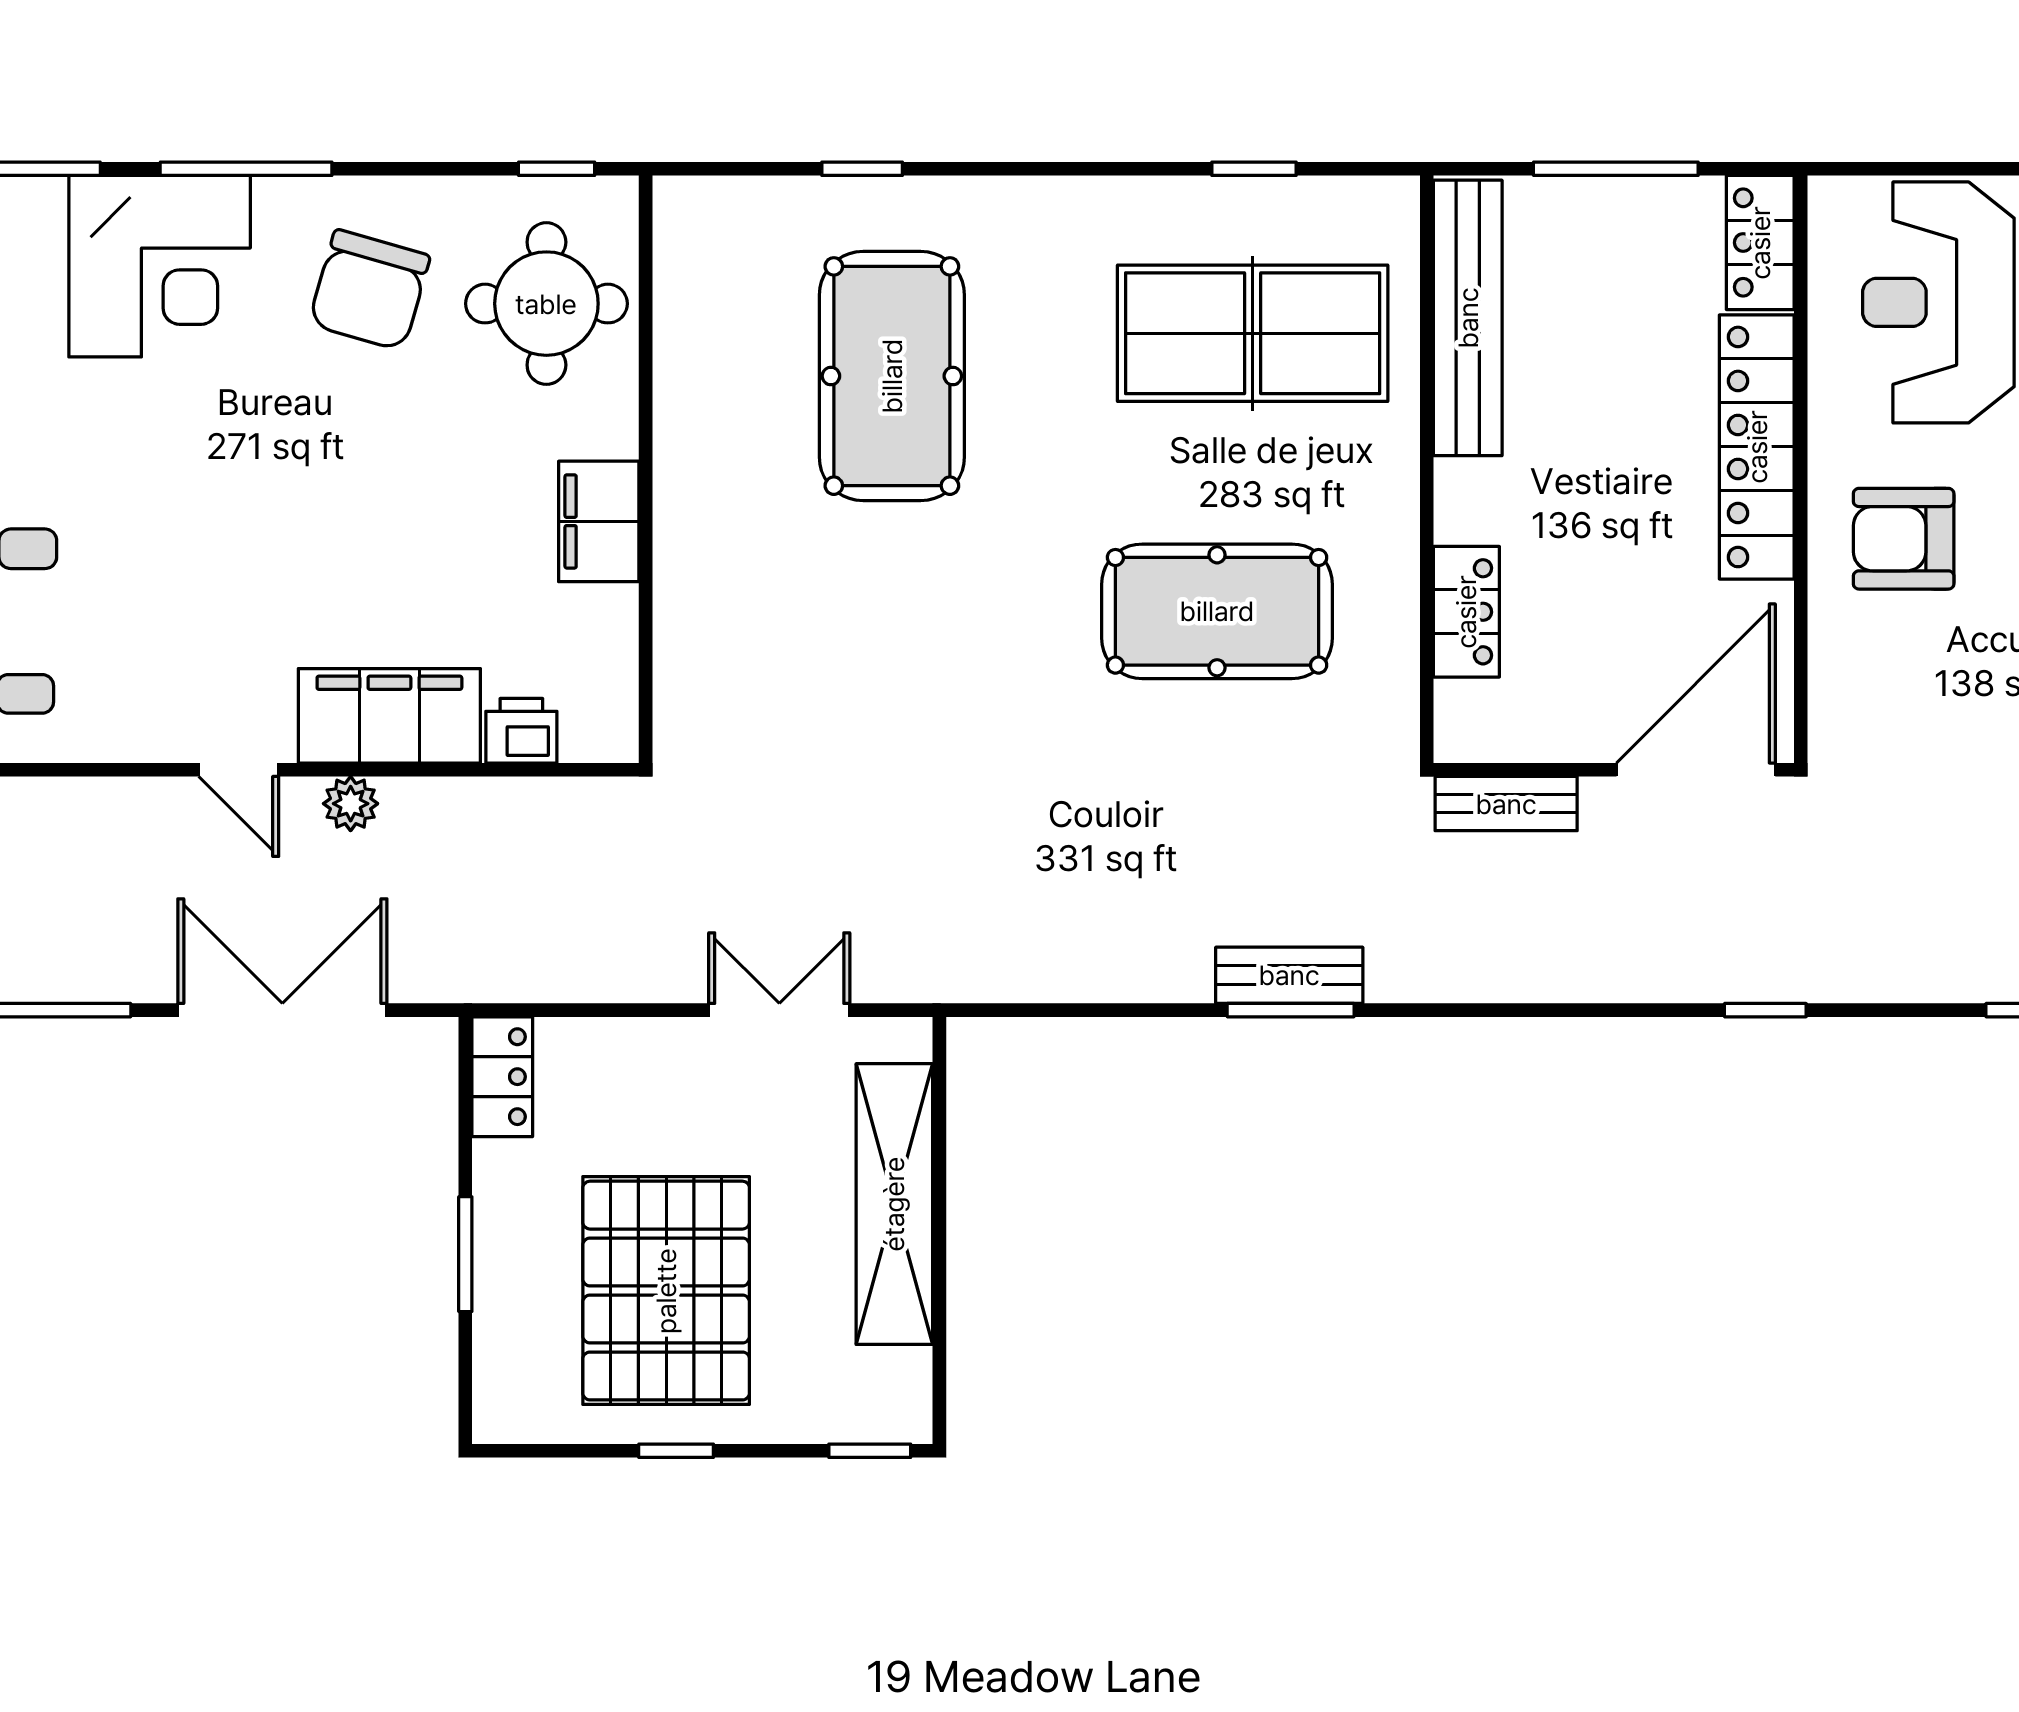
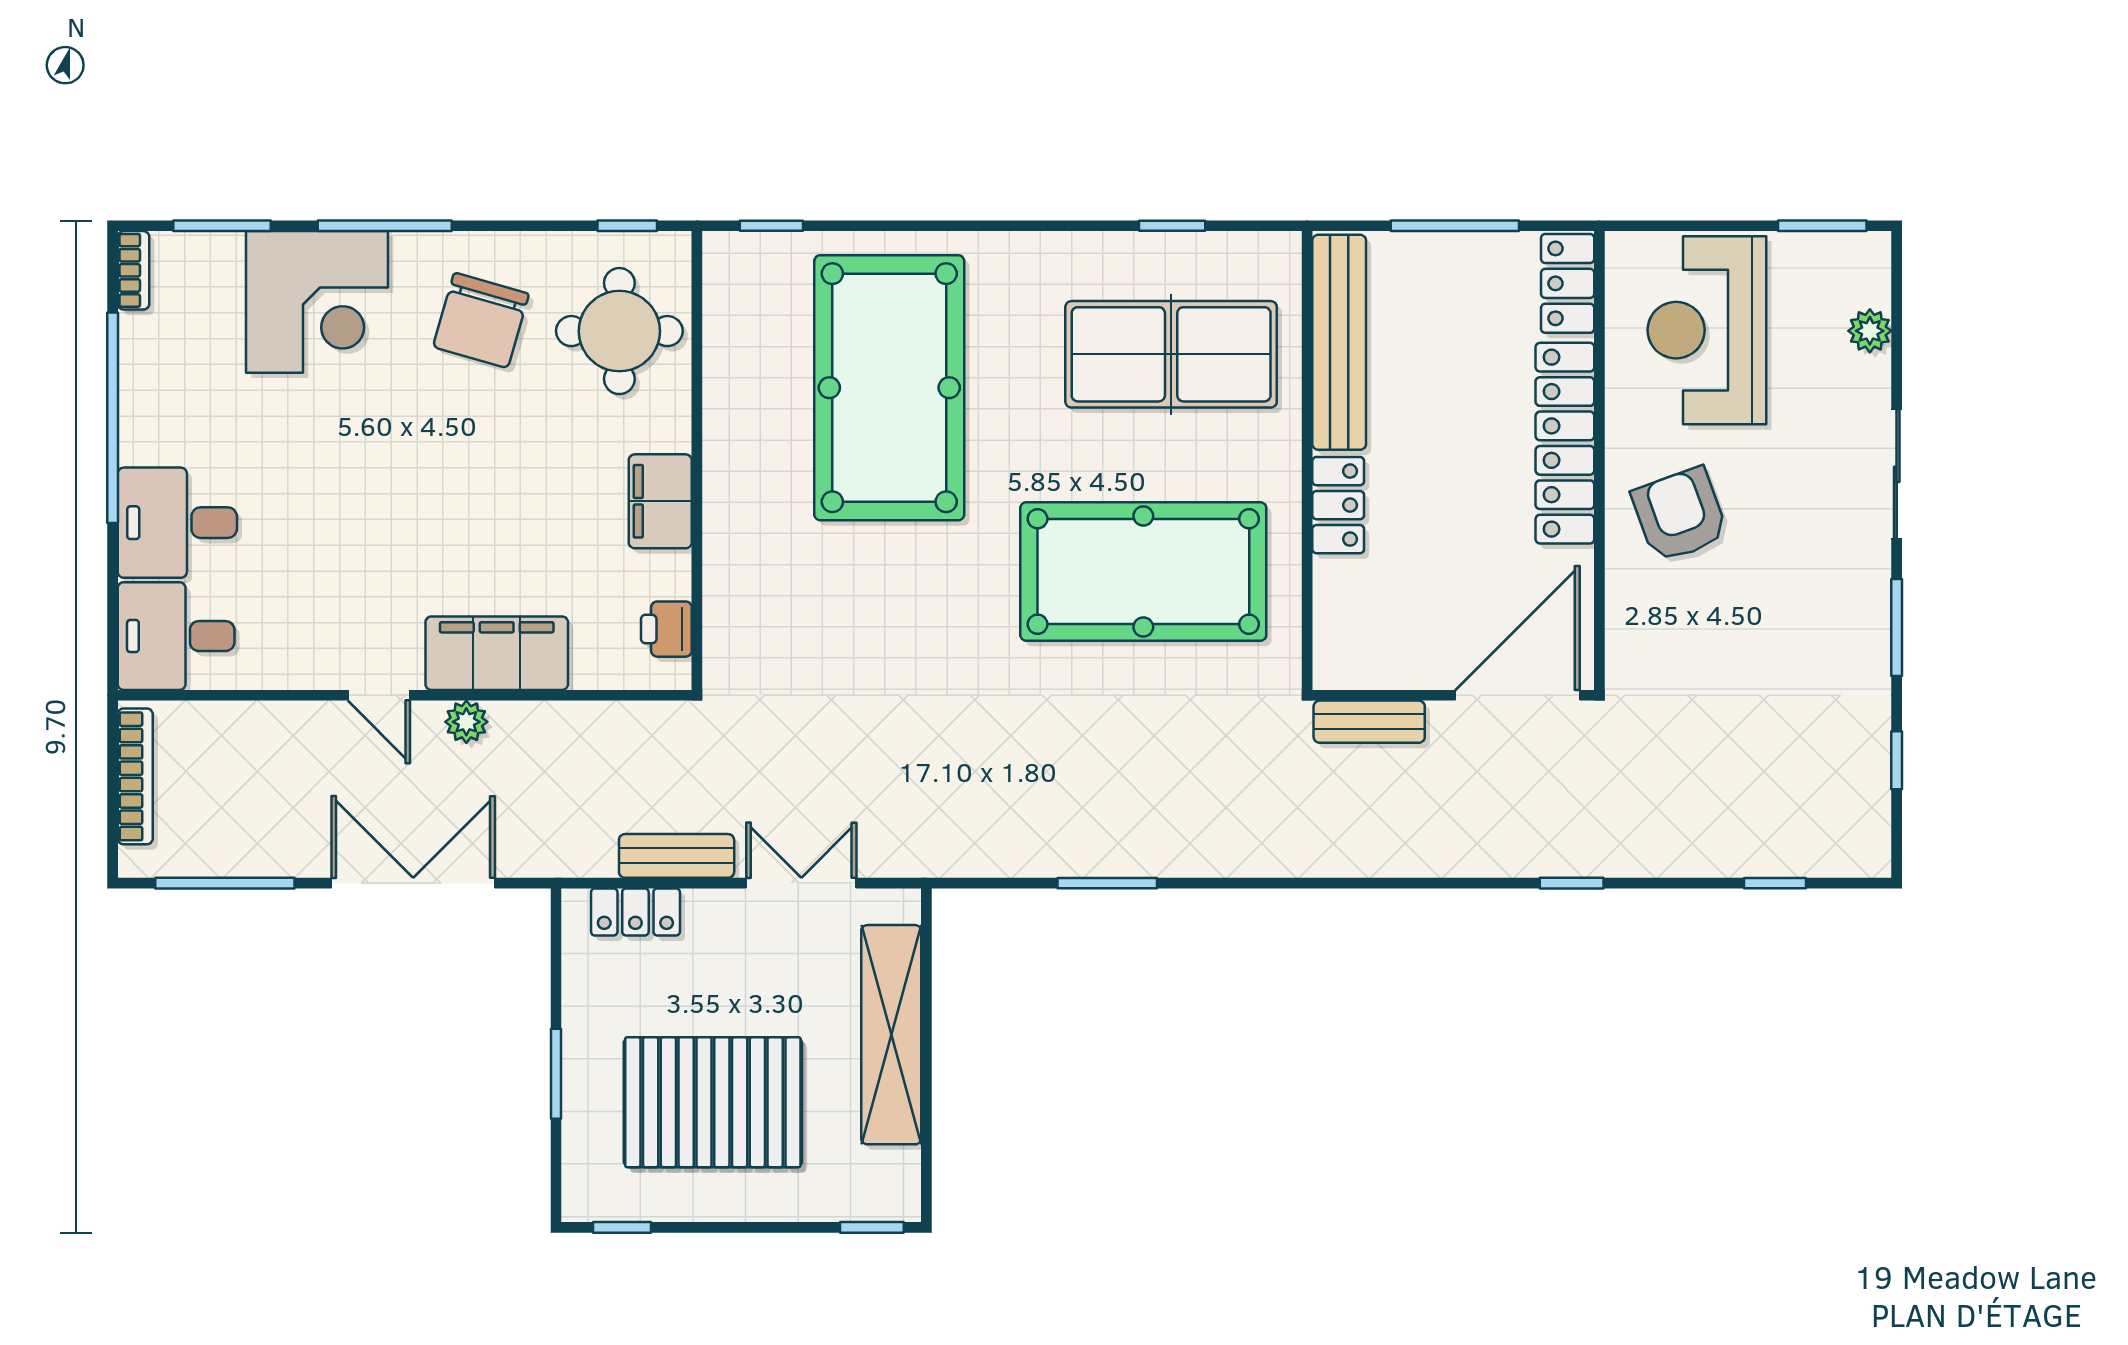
window: (862, 169) -> (771, 226), moved
pool table: (892, 376) -> (889, 388), width x1.36, depth x1.32
armchair: (1904, 539) -> (1680, 515), turned 70
pool table: (1217, 611) -> (1143, 571), width x1.36, depth x1.32
locker: (1466, 612) -> (1338, 505), moved
printer: (521, 731) -> (666, 629), moved, turned -90
bench: (1289, 975) -> (677, 856), moved
window: (1291, 1010) -> (1107, 883), moved
locker: (502, 1077) -> (635, 912), moved, turned 90
pallet: (666, 1291) -> (713, 1102), turned 90
window: (676, 1451) -> (622, 1227), moved

